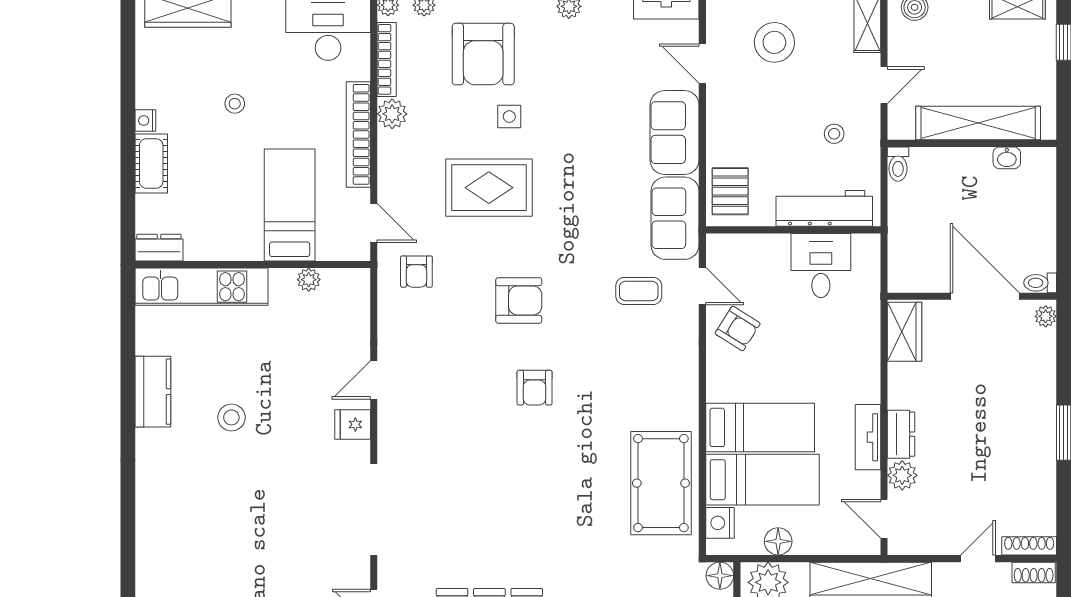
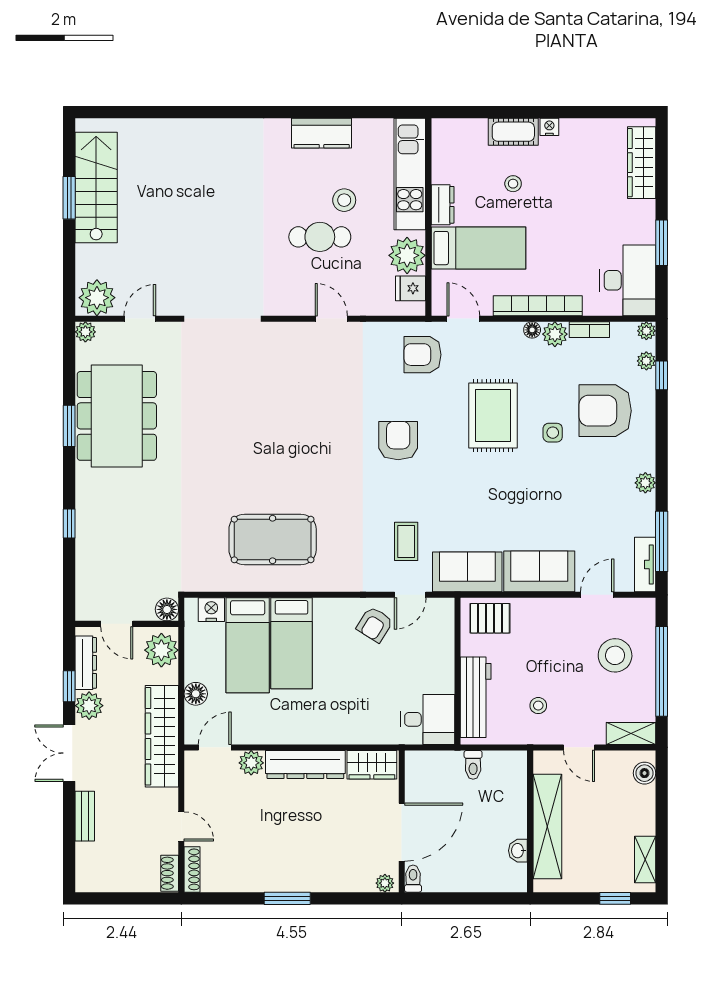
bookcase: (387, 59) -> (589, 330), width x0.64
stool: (235, 104) -> (513, 184), moved
floor lamp: (387, 141) -> (532, 330), added
toilet: (898, 164) -> (473, 765), moved, turned -90
door: (374, 223) -> (463, 319), swing flipped
dresser: (159, 248) -> (443, 205), moved
desk: (821, 266) -> (428, 719), moved
armchair: (416, 272) -> (422, 355), width x1.38, depth x1.38
plant: (309, 280) -> (407, 255), width x1.87, depth x1.87
armchair: (519, 300) -> (398, 441), turned 180
armchair: (535, 388) -> (325, 454), removed
cafe table: (276, 394) -> (320, 237), added
stool: (231, 417) -> (344, 200), moved
fridge: (353, 424) -> (411, 288), moved, turned -90
dresser: (901, 434) -> (305, 765), width x1.96, depth x1.24
tv unit: (868, 437) -> (283, 734), removed
pool table: (661, 483) -> (273, 539), moved
floor lamp: (778, 541) -> (196, 694), moved

